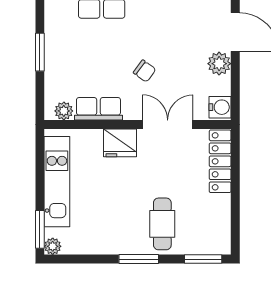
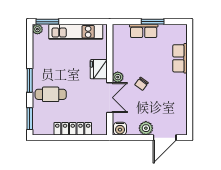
row of seats: (98, 109) -> (144, 31), moved, turned 90
plant: (64, 111) -> (118, 77), moved
locker: (220, 161) -> (73, 129), moved

